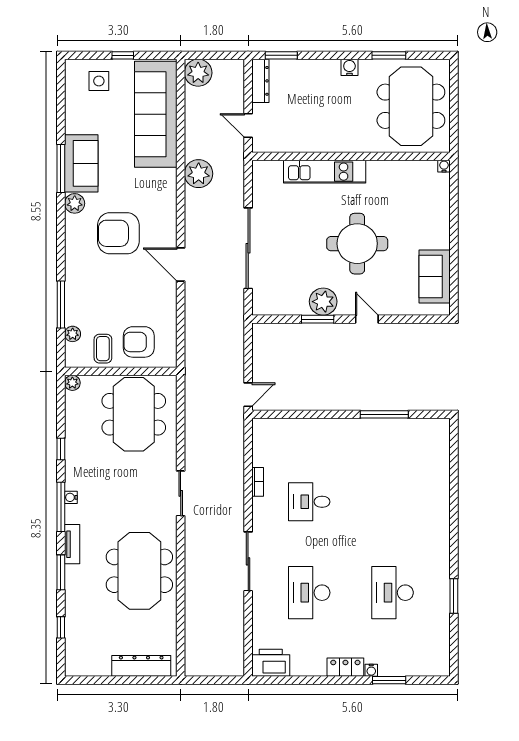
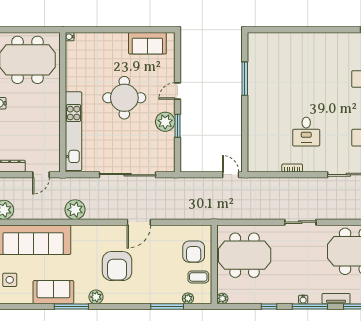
sofa: (81, 163) -> (53, 292), moved
kitchen unit: (325, 172) -> (74, 131), width x1.36

